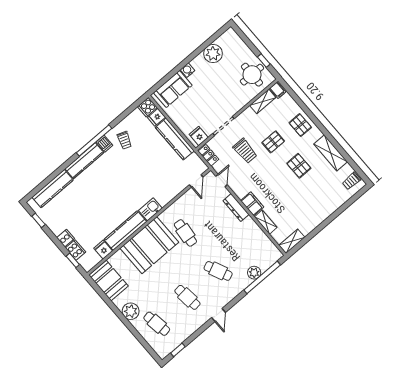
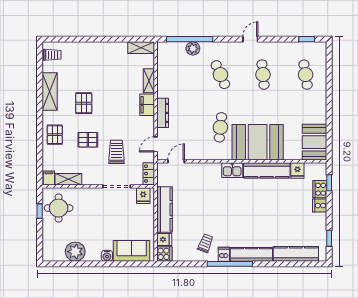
plant: (131, 311) -> (318, 102), removed

